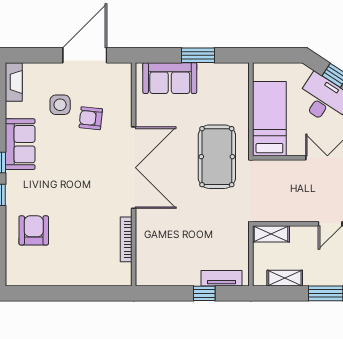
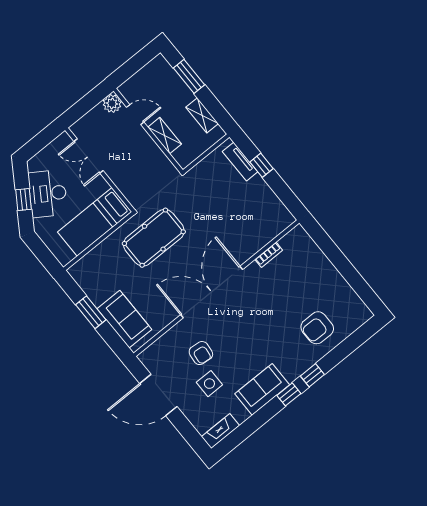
shelving: (271, 234) -> (165, 136), moved
bookcase: (126, 239) -> (269, 255), width x0.64

